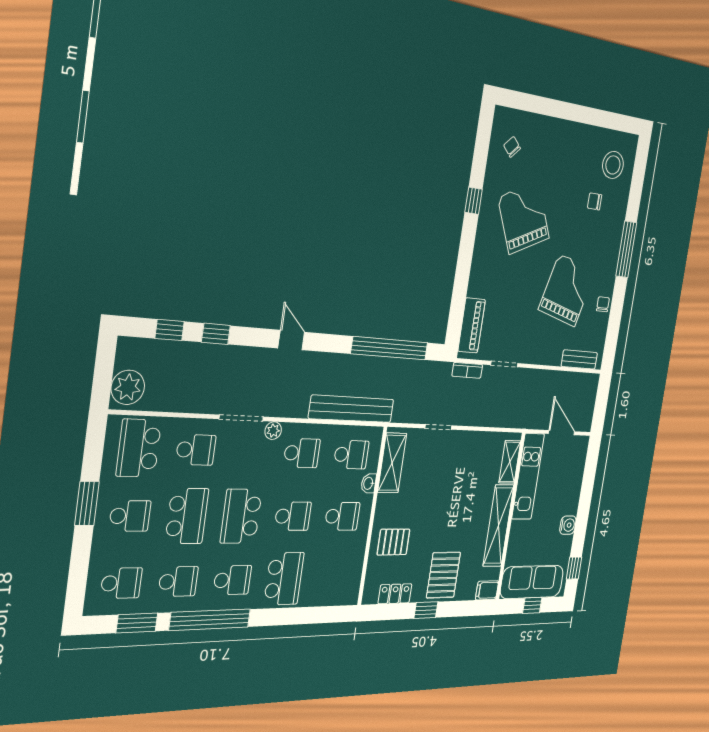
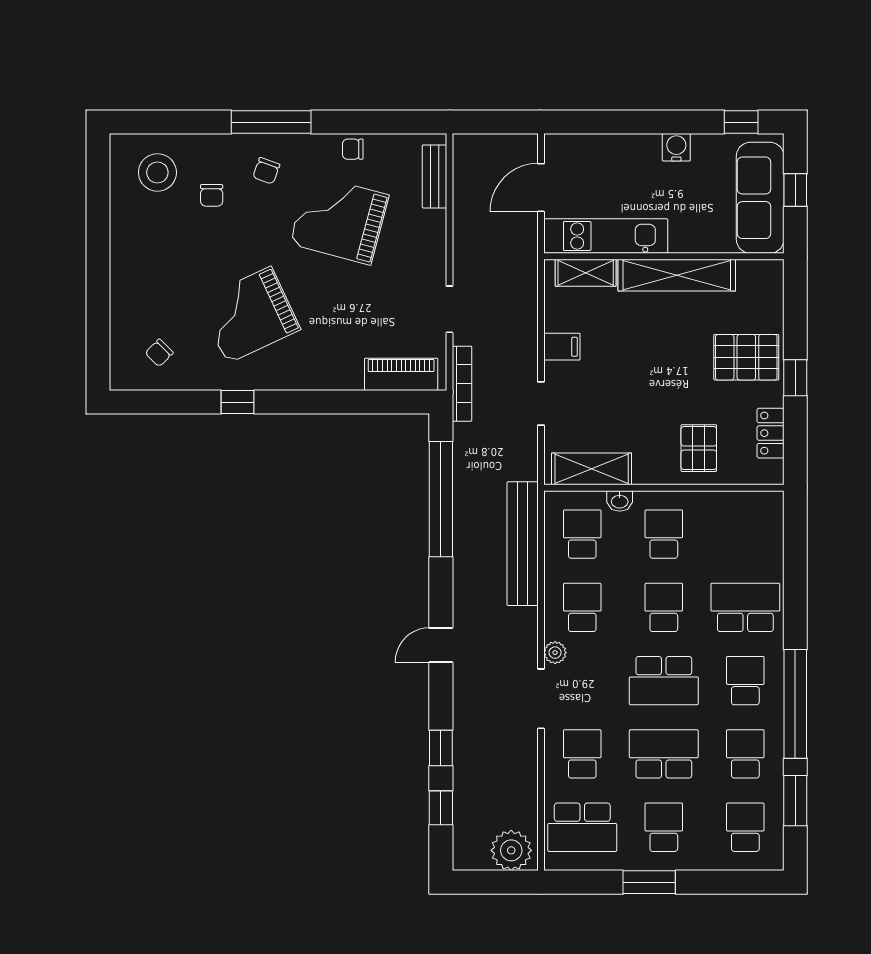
chair: (601, 242) -> (266, 171), added
bookcase: (467, 370) -> (462, 384), width x1.56
filing cabinet: (487, 590) -> (562, 347), moved, turned -90

